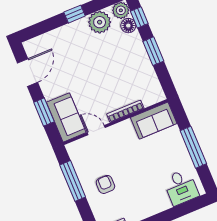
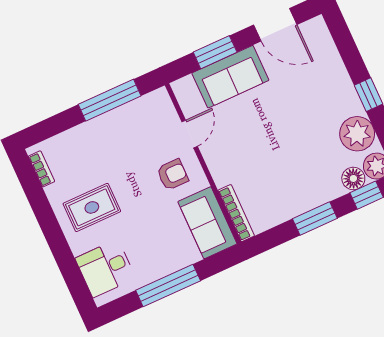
bookcase: (125, 111) -> (236, 213), moved
sofa: (66, 117) -> (230, 77), moved
armchair: (105, 184) -> (173, 175), moved
rug: (141, 195) -> (92, 207), added

